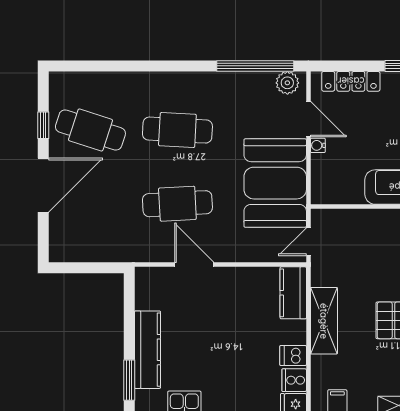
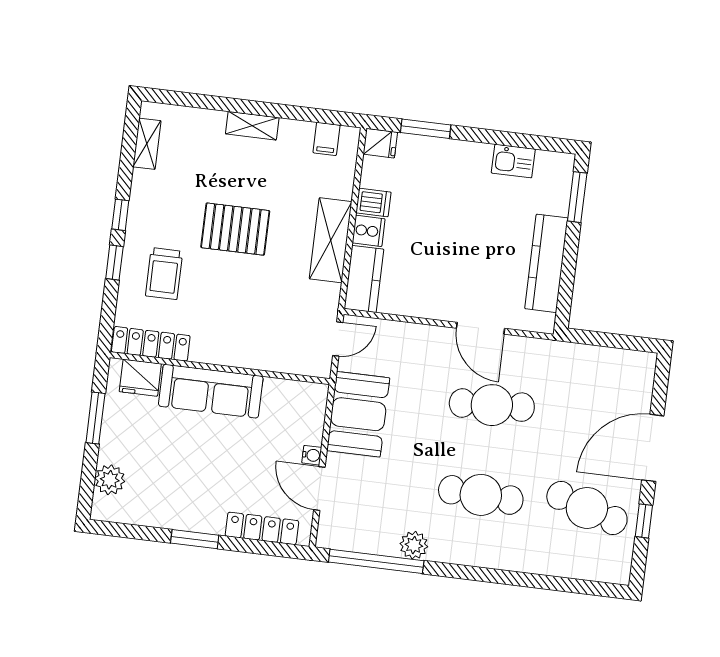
plant: (287, 83) -> (414, 545), moved
booth: (275, 183) -> (358, 414), width x0.73, depth x0.70
kitchen counter: (147, 350) -> (546, 263), moved
cooker: (294, 380) -> (369, 231), moved

